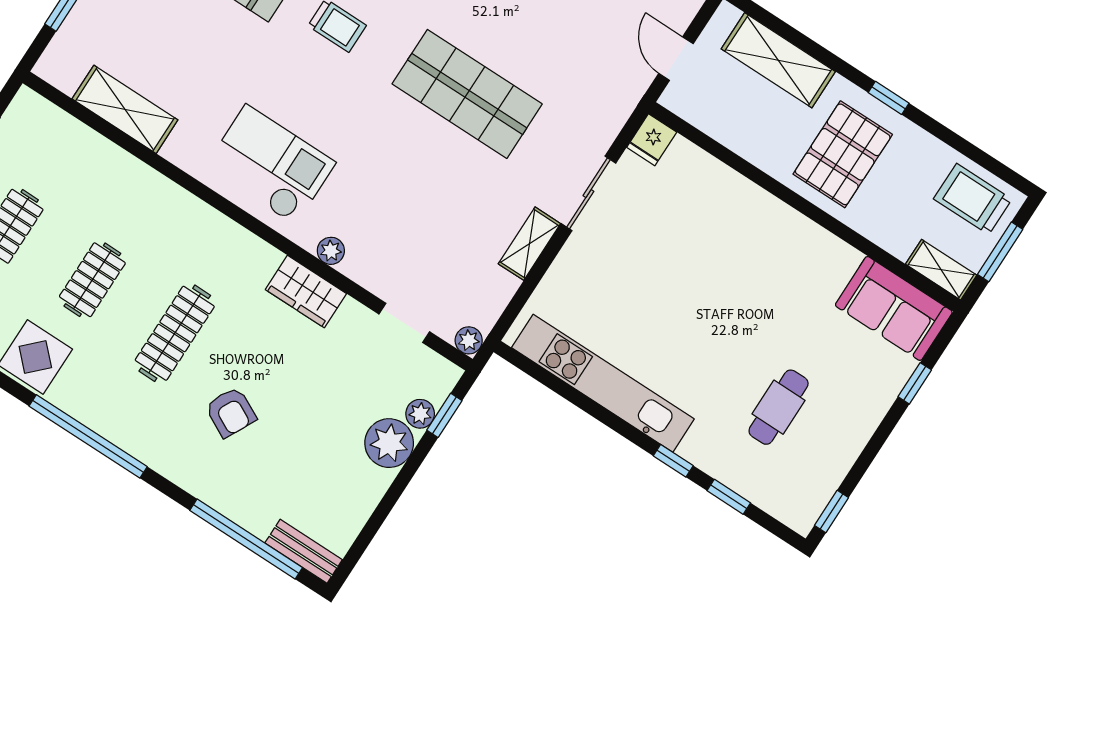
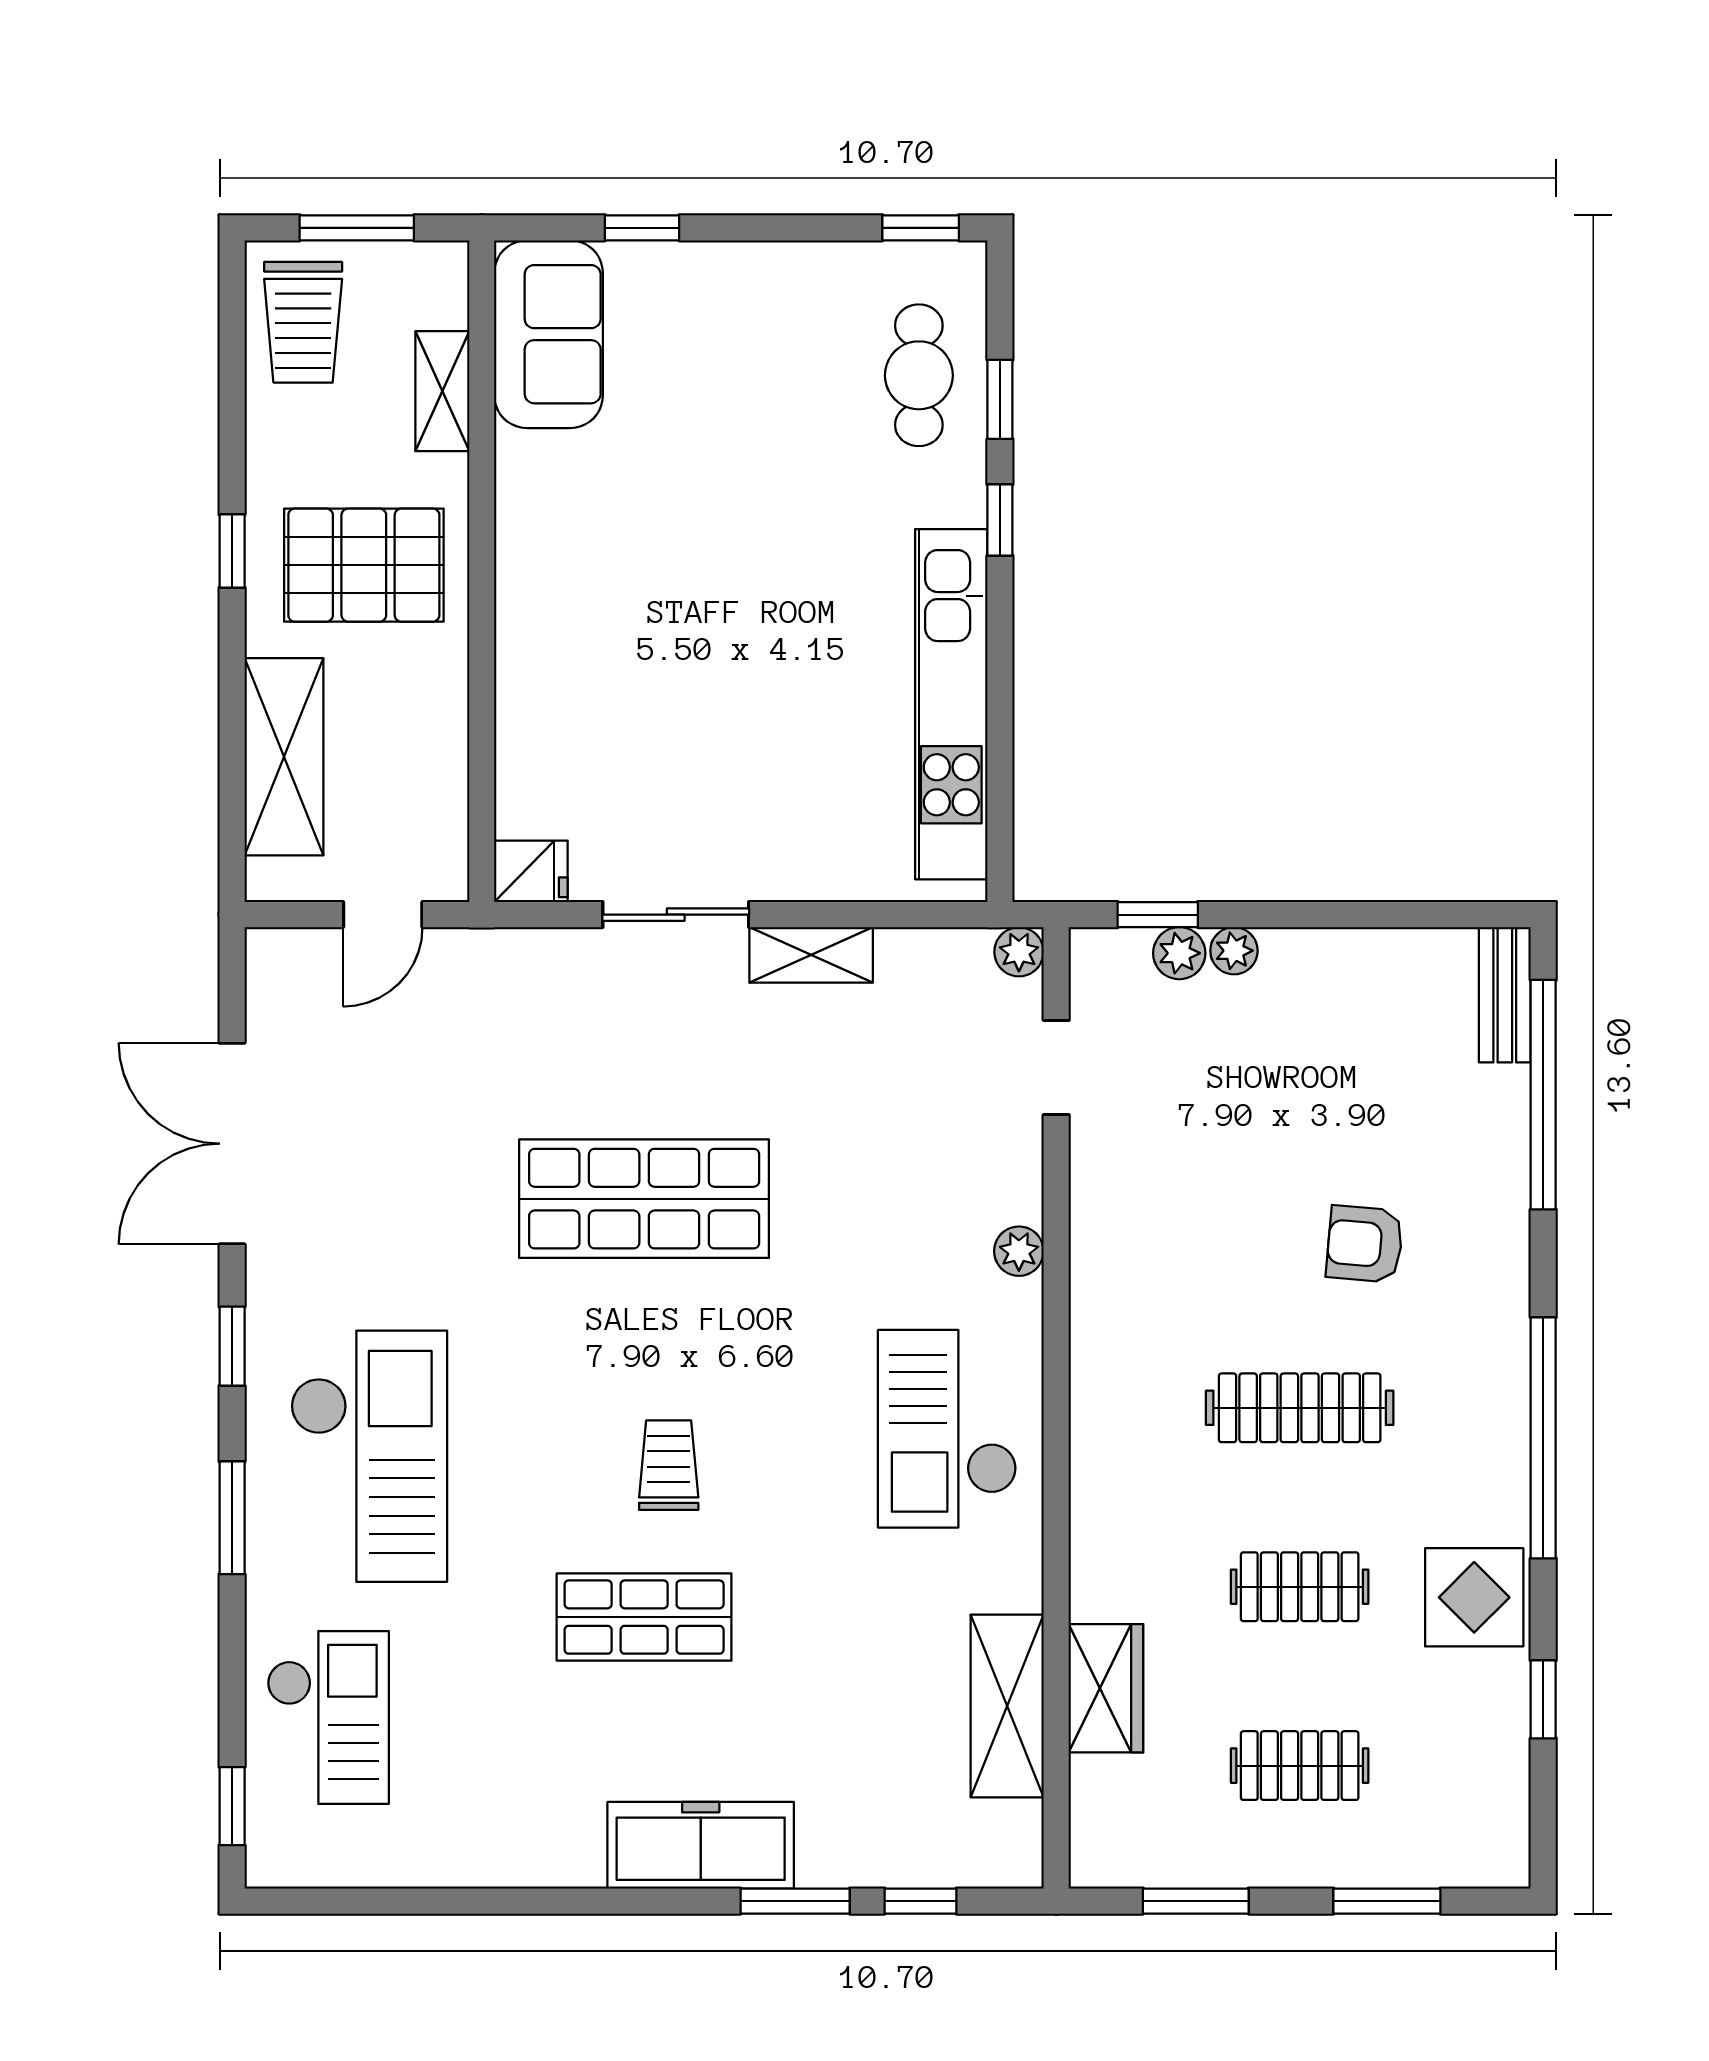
shop shelf: (467, 94) -> (644, 1199), turned 90
shelving: (941, 270) -> (442, 391), moved
wardrobe: (306, 292) -> (1106, 1688), moved
cafe table: (779, 407) -> (919, 375), moved, turned 90
armchair: (231, 412) -> (1365, 1244), turned -112
plant: (389, 443) -> (1234, 951), width x0.53, depth x0.53

